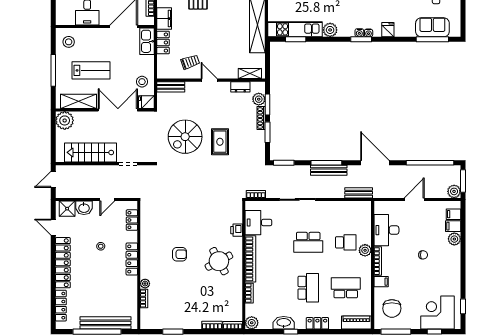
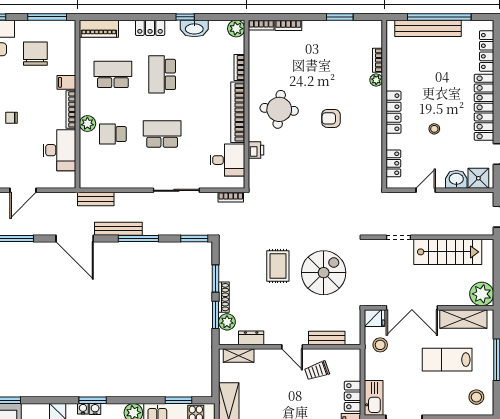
bench: (171, 87) -> (327, 338), moved
bench: (329, 170) -> (118, 229), moved
round table: (219, 261) -> (279, 109), turned 34
school desk: (346, 288) -> (113, 74), turned 180
chair: (392, 308) -> (35, 54), moved

